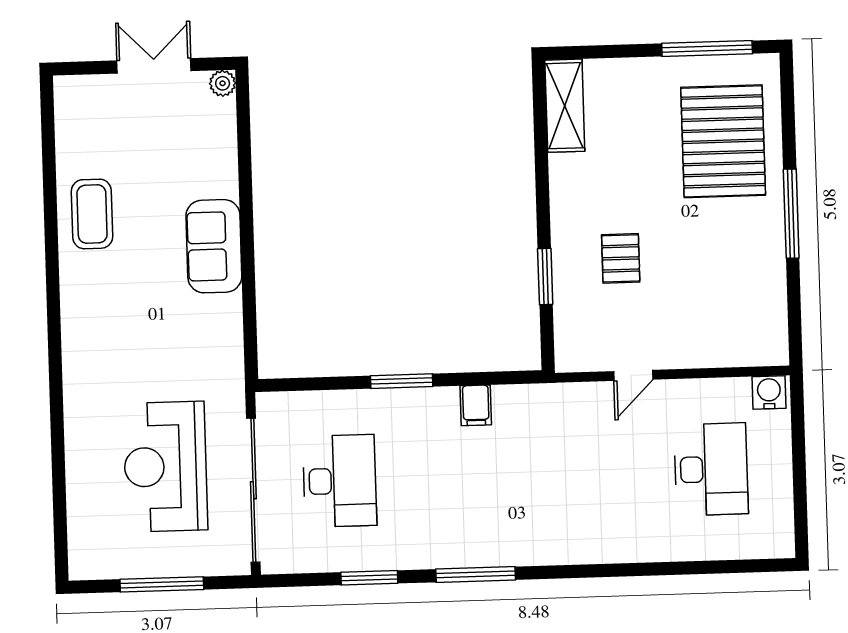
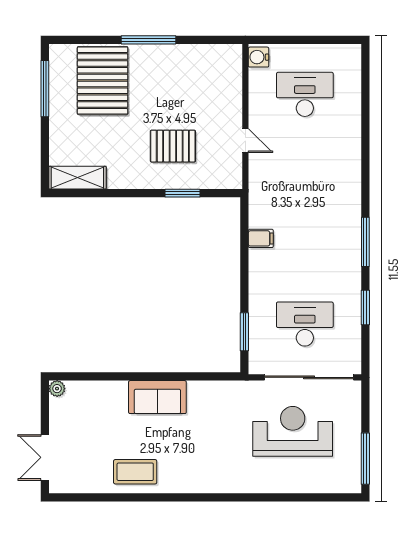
double door: (154, 66) -> (45, 457), moved
pallet: (723, 141) -> (103, 81), turned 90
pallet: (621, 258) -> (173, 146), width x1.50, depth x1.42
window: (402, 381) -> (244, 332), moved
reception desk: (165, 467) -> (293, 431), turned 180
window: (162, 584) -> (365, 459), moved

